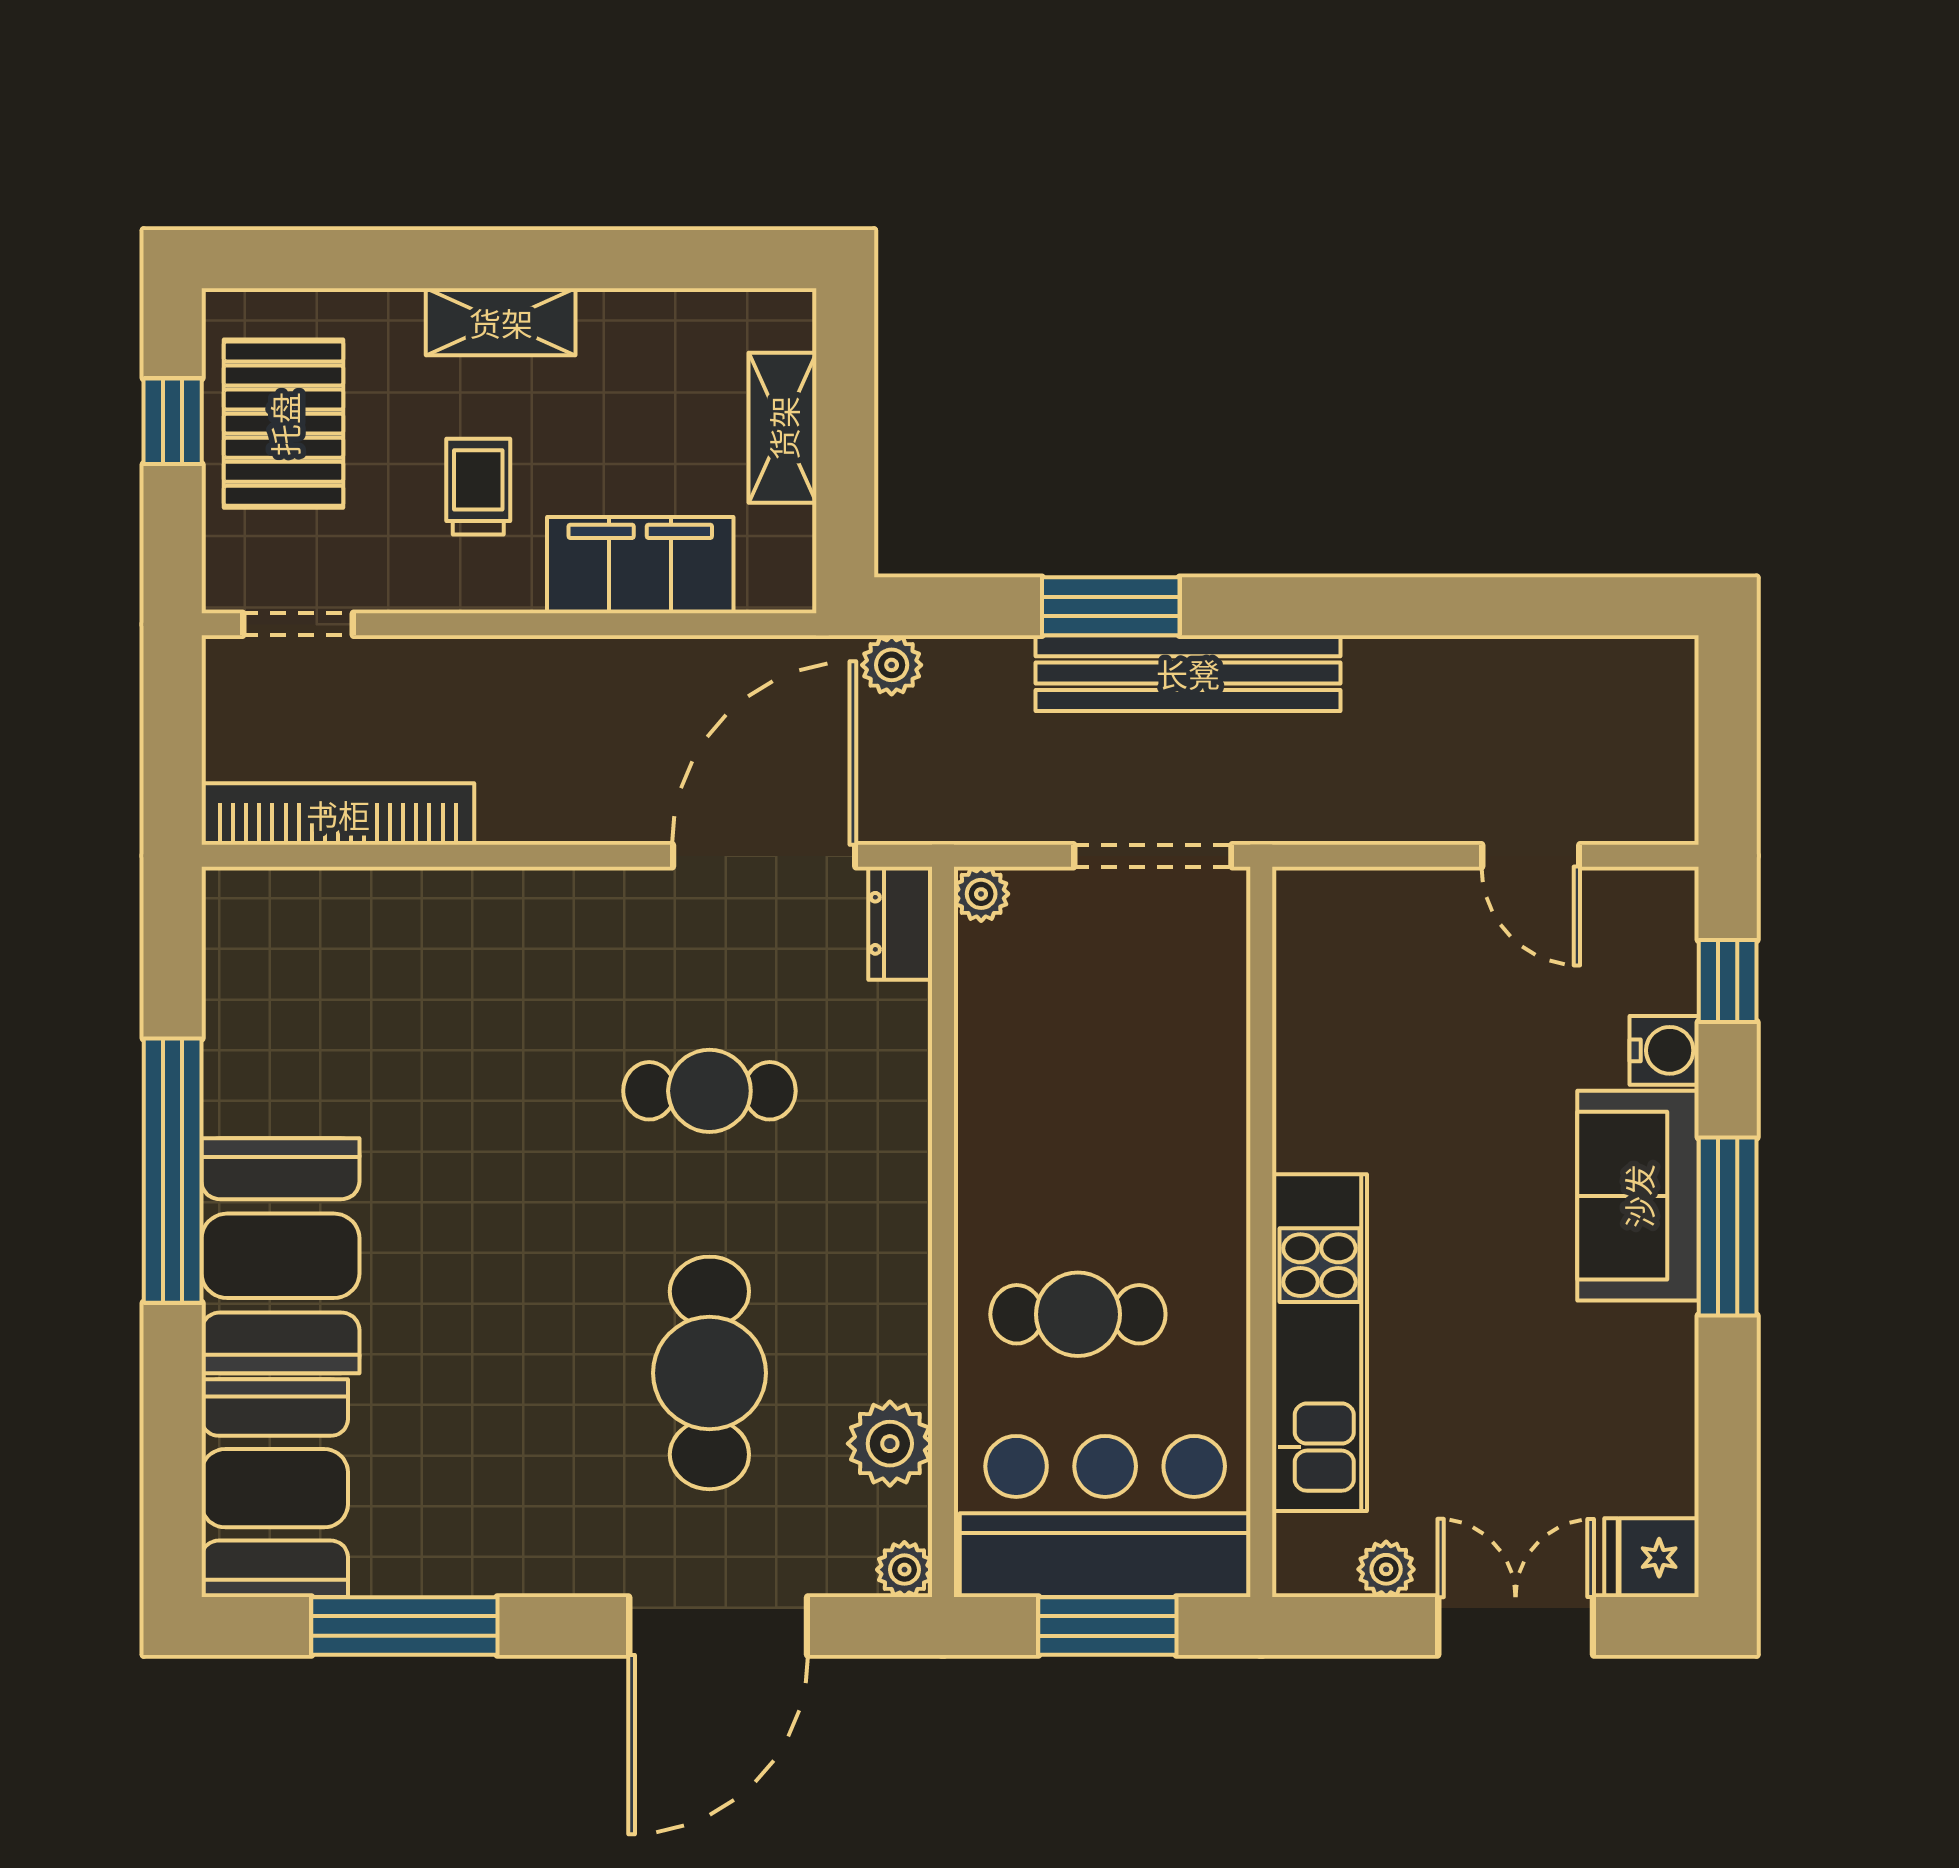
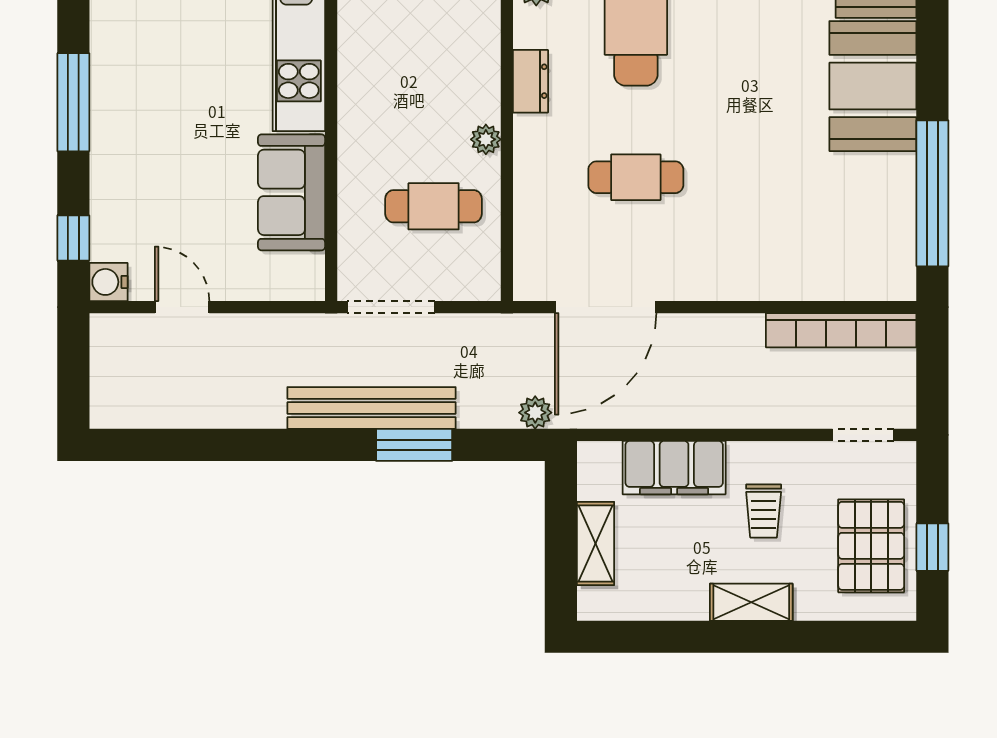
plant: (981, 894) -> (486, 139), moved
dresser: (900, 923) -> (530, 81), moved
water cooler: (1664, 1050) -> (108, 282), moved
window: (173, 1171) -> (932, 193), moved
sofa: (1638, 1196) -> (292, 192), moved, turned 180
cafe table: (1078, 1314) -> (434, 206), moved

